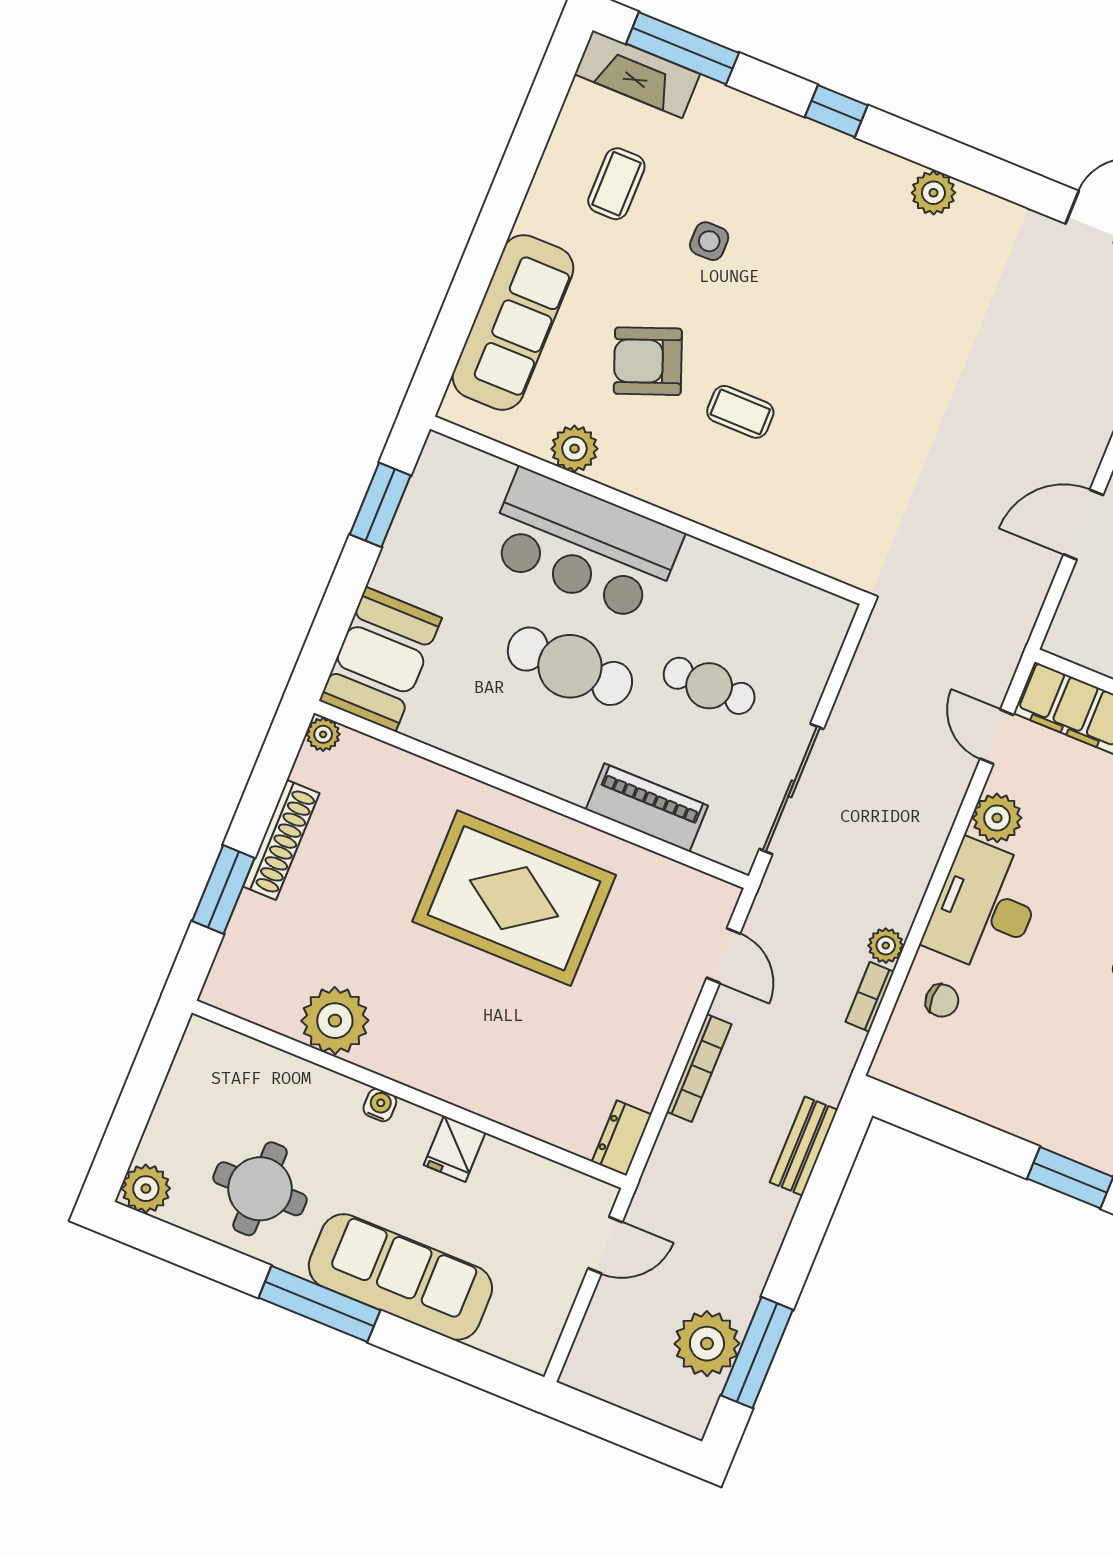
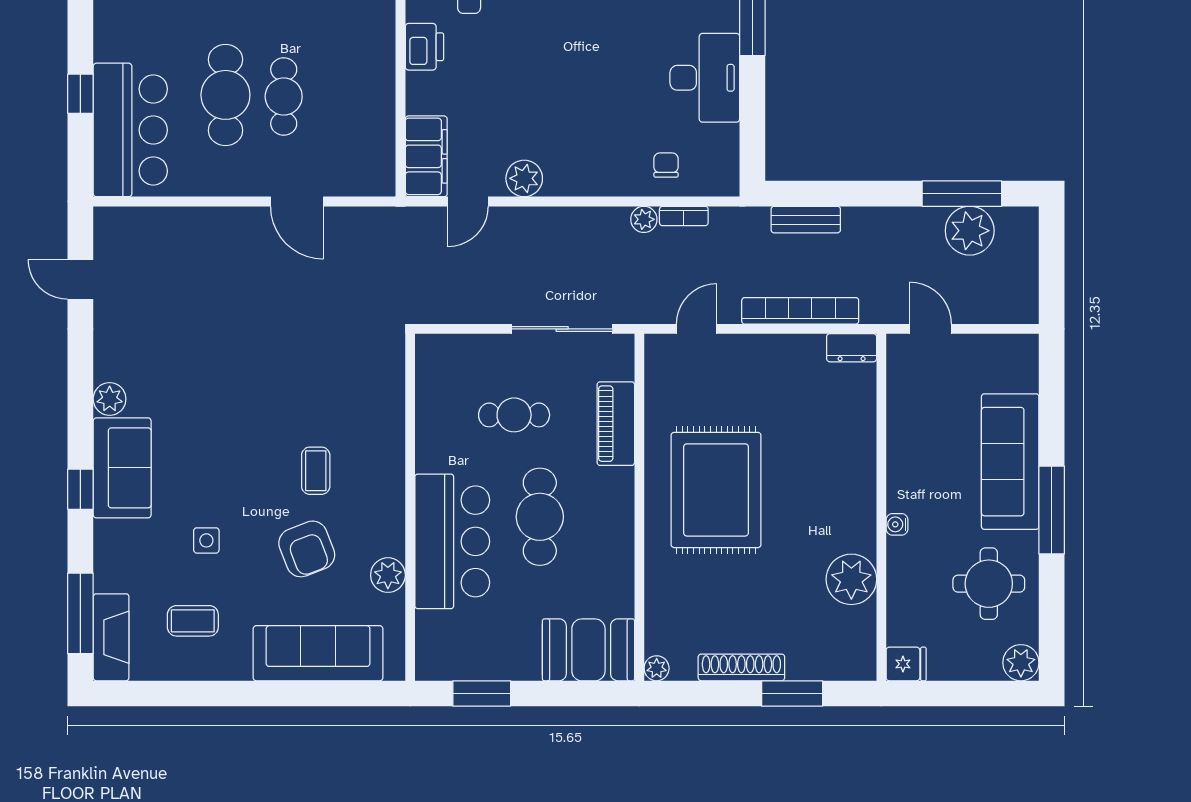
sofa: (842, 173) -> (122, 468), added
cafe table: (709, 686) -> (514, 415), turned 90
desk: (985, 907) -> (705, 78), moved, turned -90
bookcase: (699, 1068) -> (800, 311), width x1.48, depth x1.31
fridge: (455, 1149) -> (906, 664), moved

